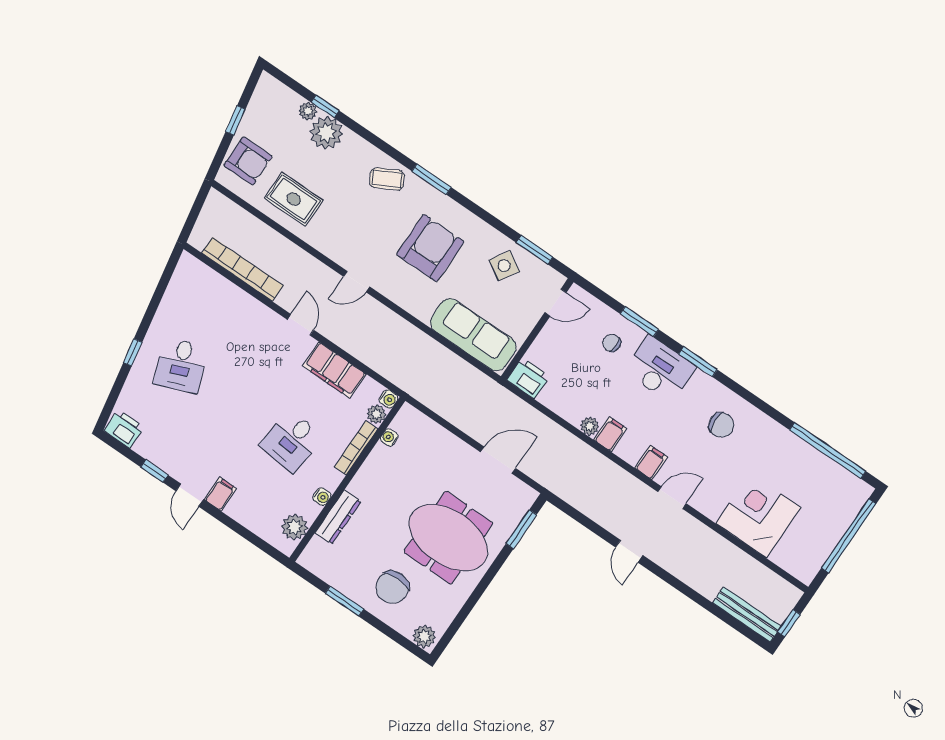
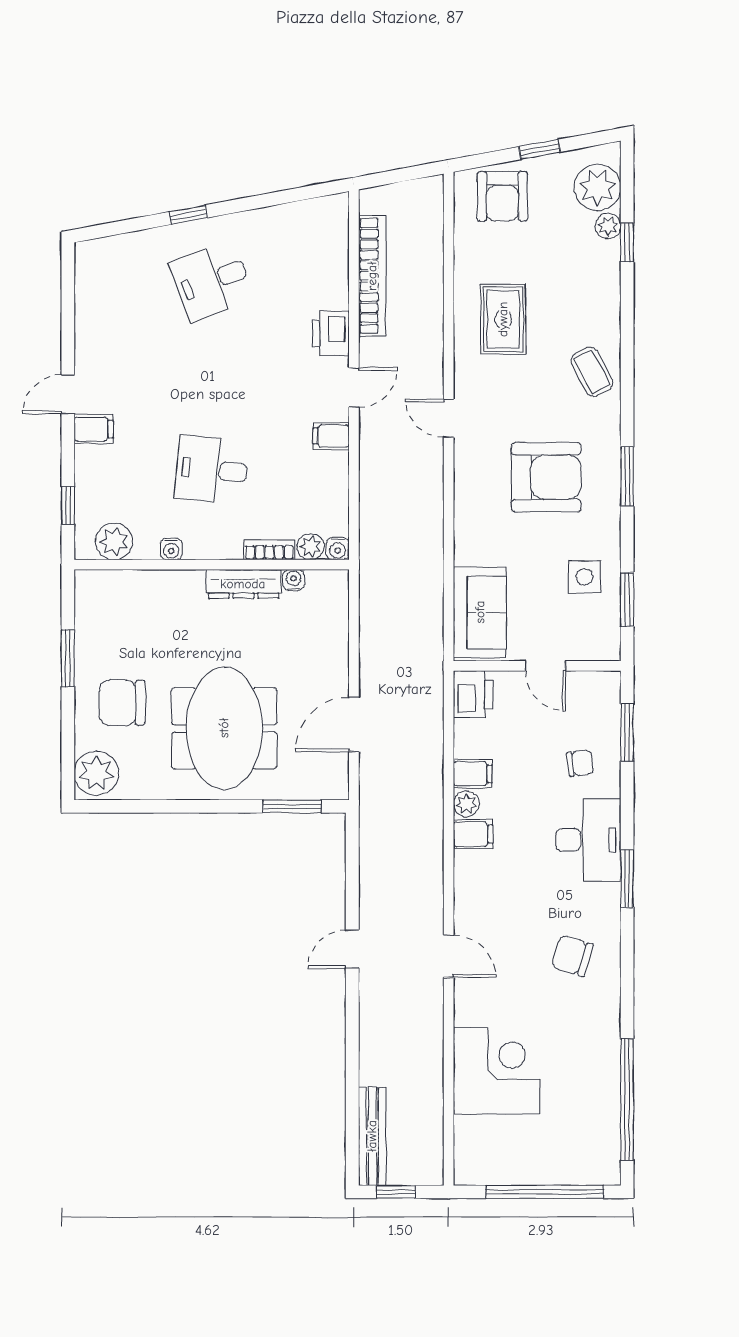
plant: (326, 133) -> (597, 187), moved
window: (432, 179) -> (627, 476), moved
rug: (294, 199) -> (503, 319), moved
side table: (504, 266) -> (584, 577), turned -31
door: (555, 303) -> (545, 666), moved
window: (639, 322) -> (627, 732), moved
sofa: (473, 335) -> (480, 612), width x0.73
chair: (612, 343) -> (580, 763), turned 83
filing cabinet: (334, 370) -> (331, 436), width x0.33, depth x0.86
chair: (721, 425) -> (572, 956), turned 110
printer: (124, 429) -> (331, 333), moved, turned 180
bookcase: (356, 448) -> (269, 550), width x0.64
door: (498, 460) -> (354, 725), swing flipped
filing cabinet: (651, 462) -> (473, 774), moved
window: (154, 471) -> (68, 505), moved
dresser: (338, 517) -> (243, 584), moved
plant: (424, 636) -> (96, 773), width x1.36, depth x1.36

